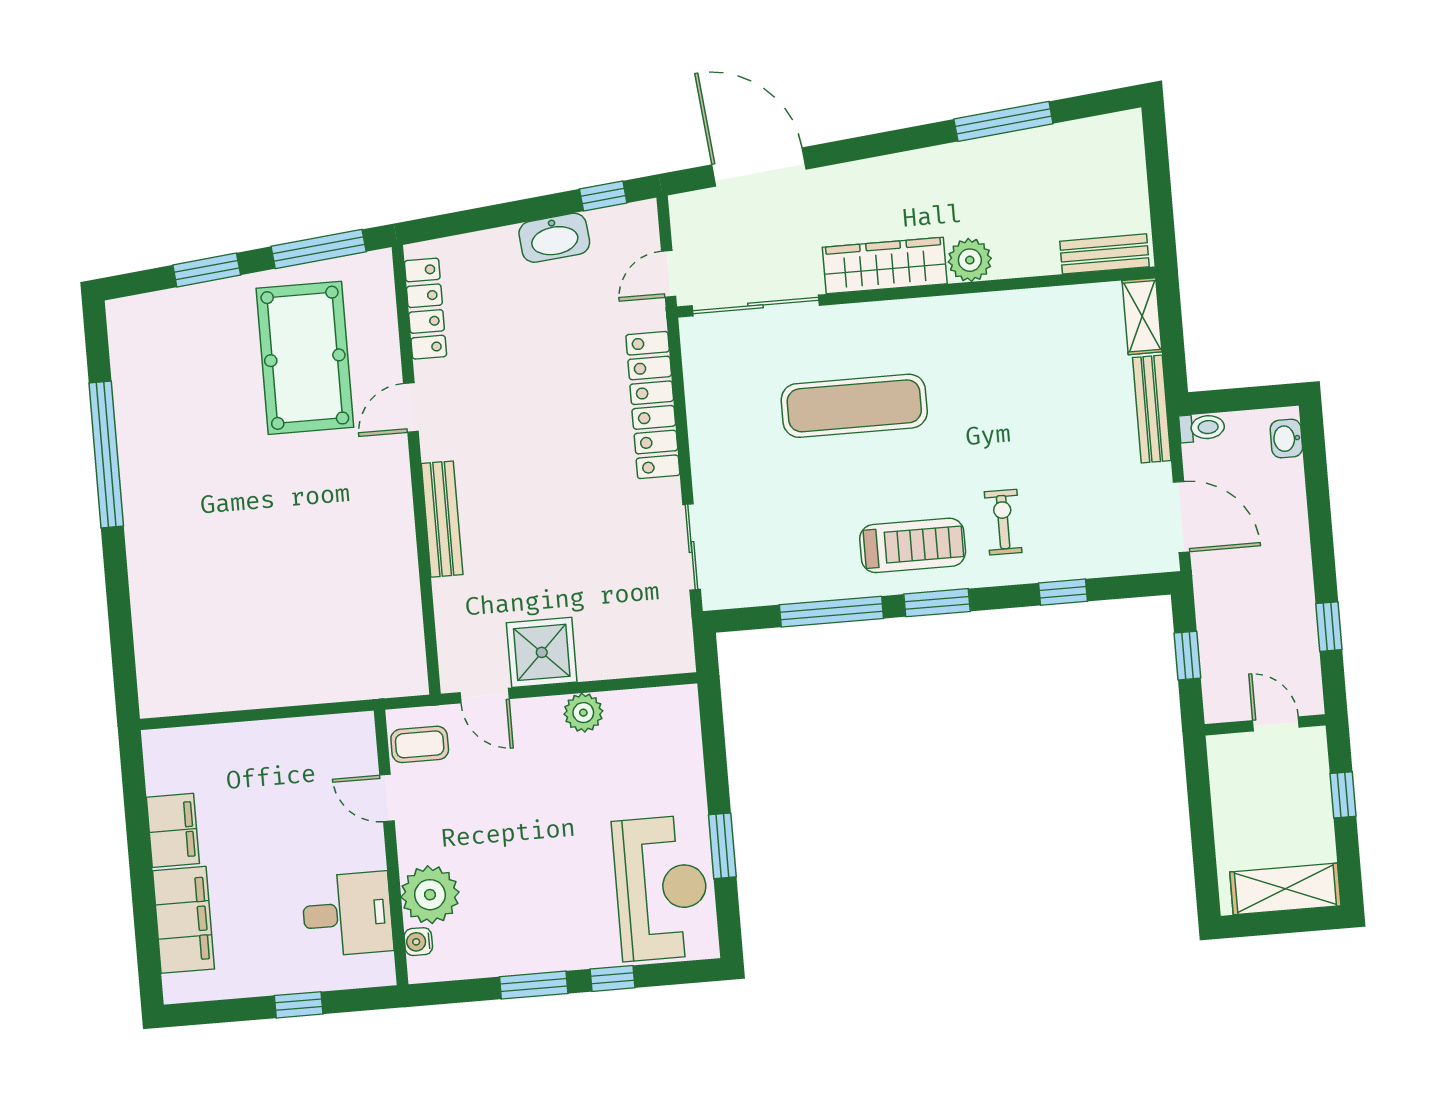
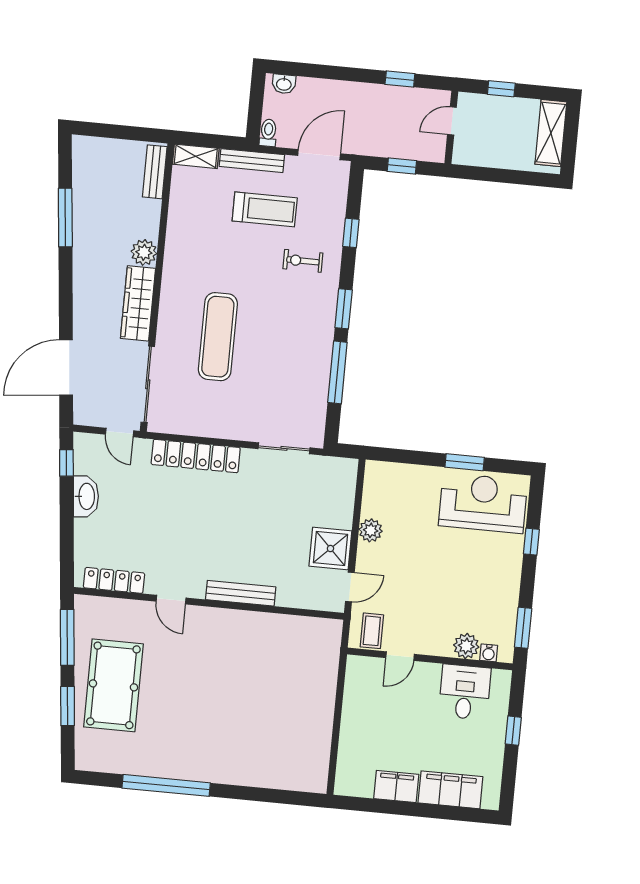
pool table: (305, 358) -> (113, 685), moved, turned 90
treadmill: (913, 545) -> (265, 209), moved, turned 90
plant: (430, 895) -> (466, 646), width x0.73, depth x0.73
window: (534, 985) -> (523, 628), moved

